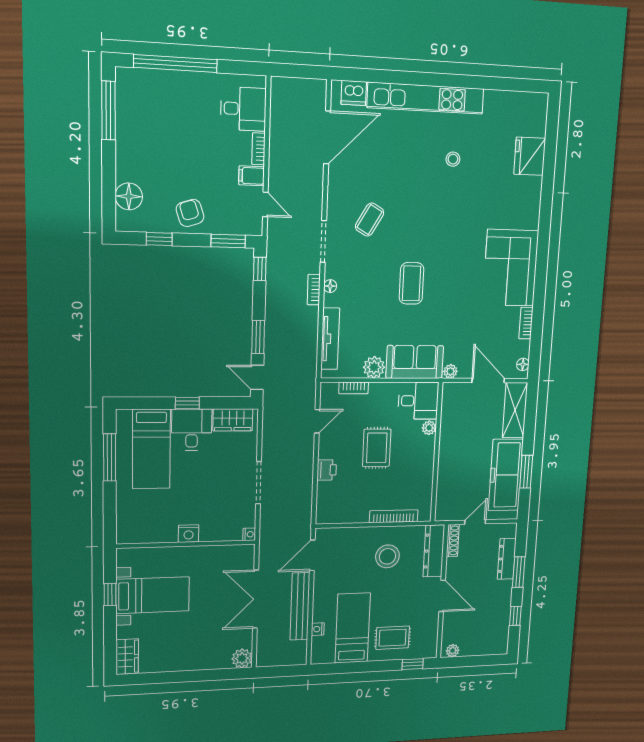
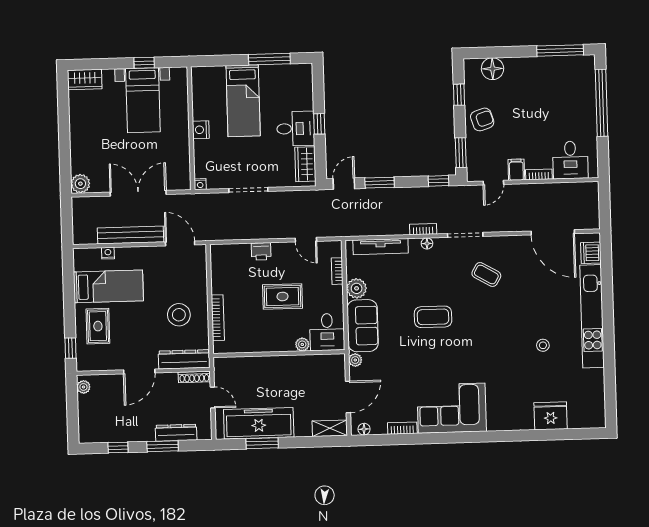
shelving: (515, 410) -> (330, 428), width x0.67, depth x0.75
bed: (151, 449) -> (243, 101), moved, turned -90

